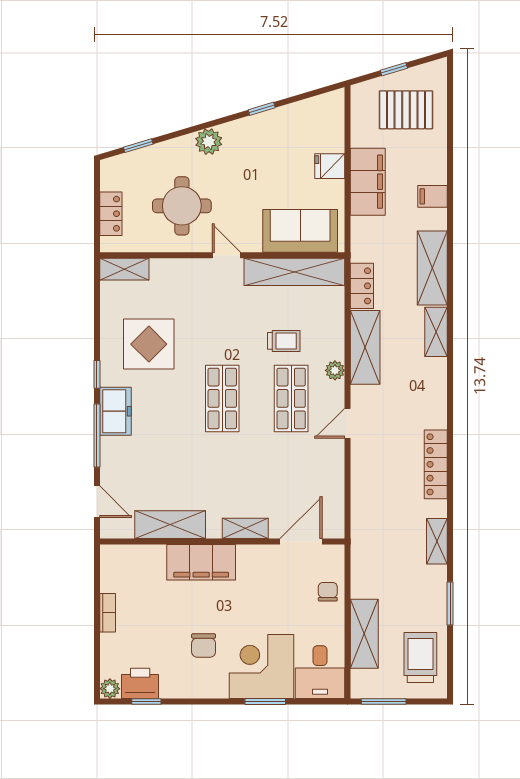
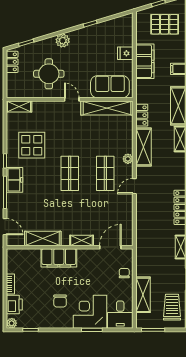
locker: (111, 214) -> (12, 62), moved
trolley: (284, 341) -> (102, 144), removed
printer: (140, 683) -> (14, 304), moved, turned 90

